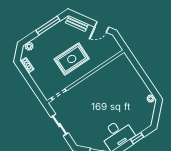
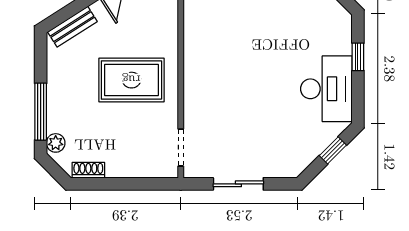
window: (48, 26) -> (41, 112), moved
rug: (72, 59) -> (131, 80), turned 90

